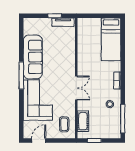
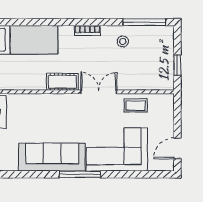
cot: (83, 121) -> (62, 82), moved
coffee table: (64, 124) -> (136, 105), moved
door: (39, 141) -> (177, 148), hinge flipped

